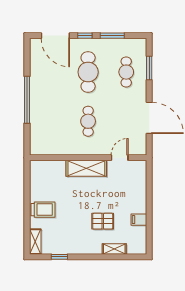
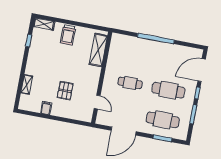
cafe table: (126, 72) -> (163, 120), width x1.37, depth x1.35
shelving: (86, 168) -> (98, 50), moved
pallet: (103, 221) -> (65, 91), moved

